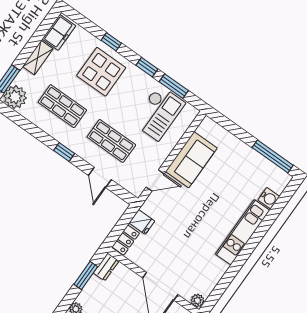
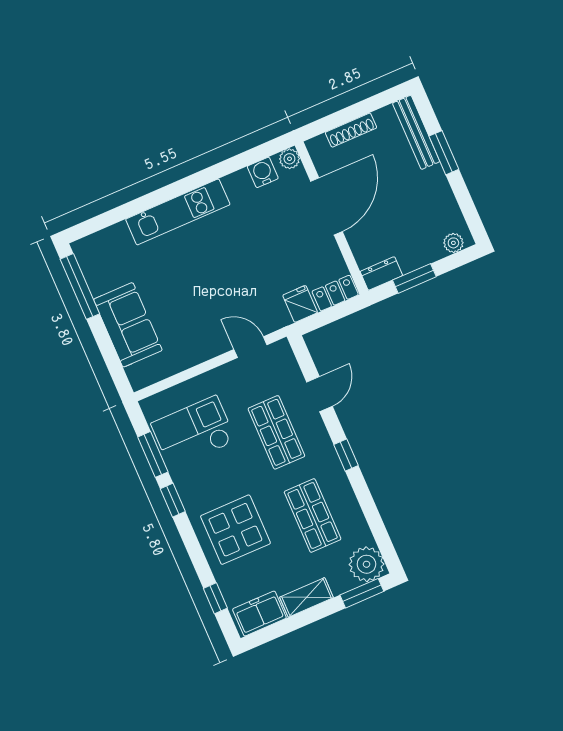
window: (111, 42) -> (215, 598), moved
sofa: (191, 160) -> (128, 325), moved, turned 90
water cooler: (269, 198) -> (263, 172), moved

